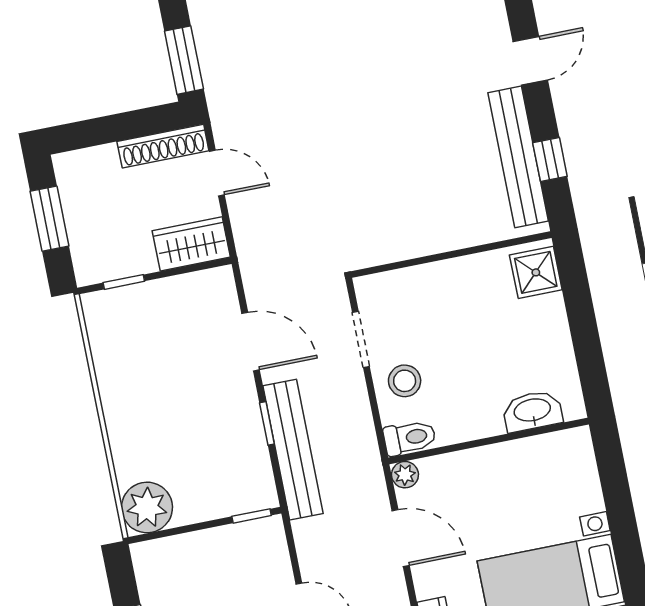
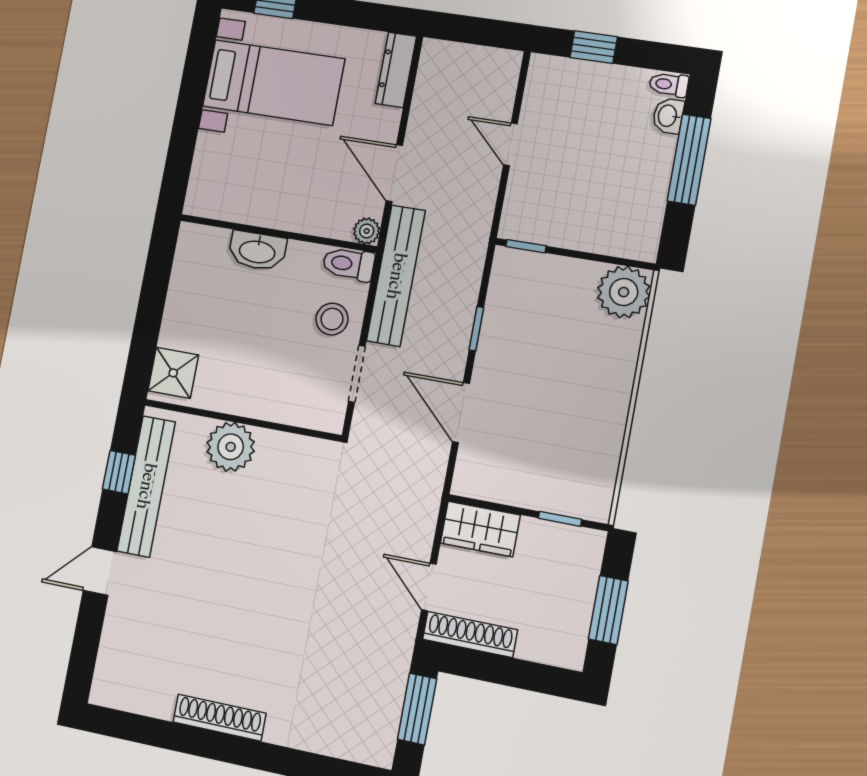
plant: (452, 226) -> (231, 447), added
washbasin: (532, 411) -> (257, 251), moved
bench: (293, 450) -> (396, 276), moved

